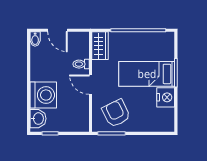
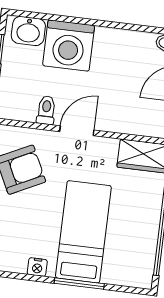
toilet: (81, 64) -> (46, 110), moved
nightstand: (166, 97) -> (37, 267), width x0.53, depth x0.56

